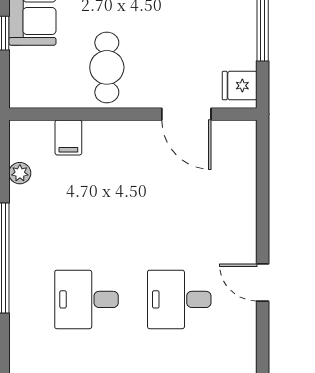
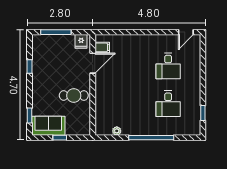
filing cabinet: (68, 137) -> (102, 47), moved
door: (263, 283) -> (186, 32), moved

